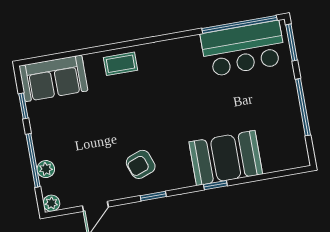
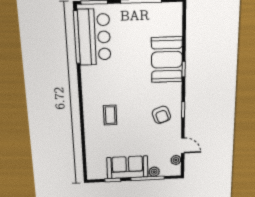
coffee table: (120, 64) -> (110, 115), moved
sofa: (53, 78) -> (127, 167), moved, turned -90
plant: (51, 203) -> (176, 160), moved

